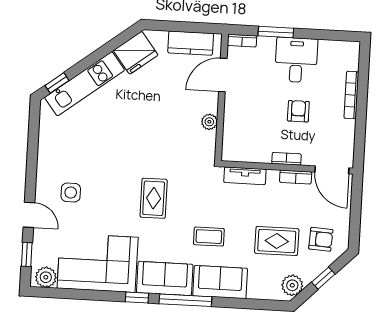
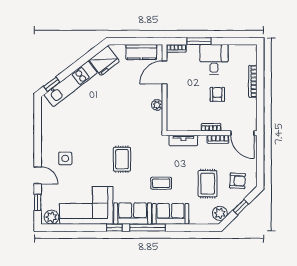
rug: (277, 241) -> (208, 184), turned 90

